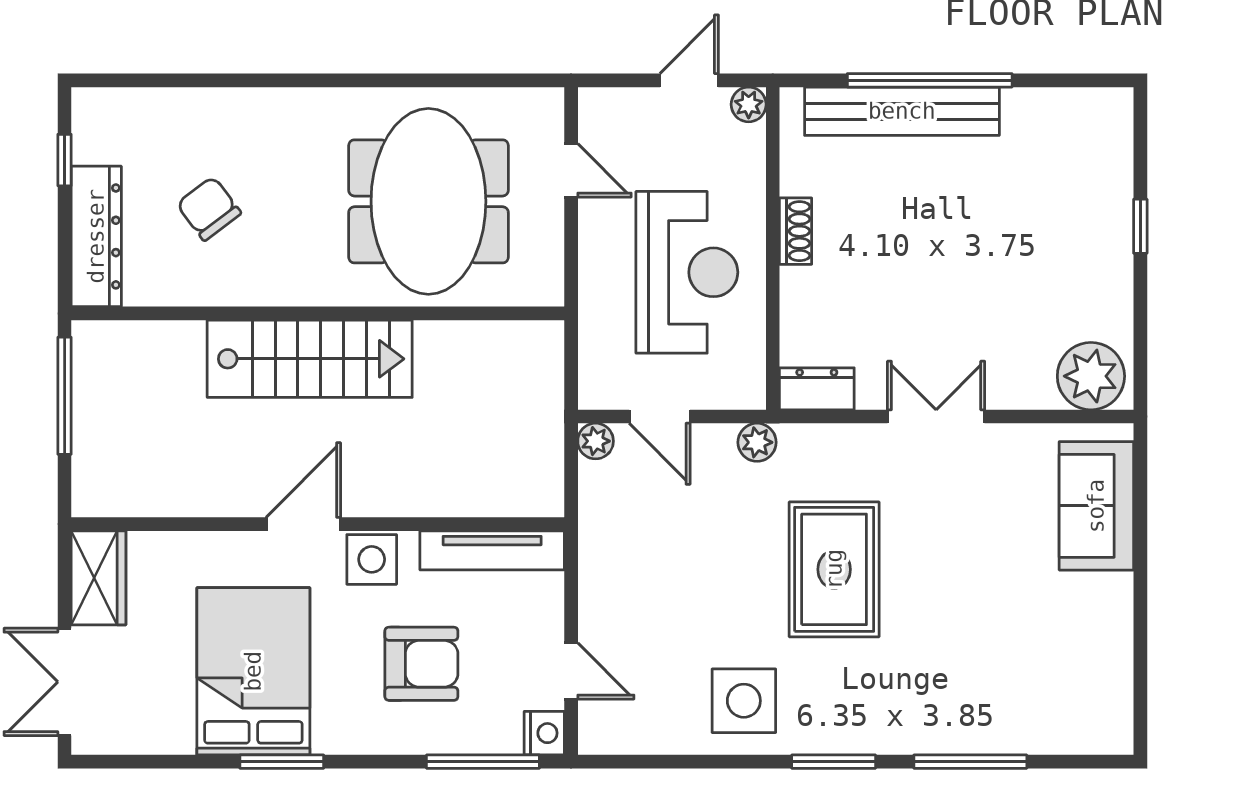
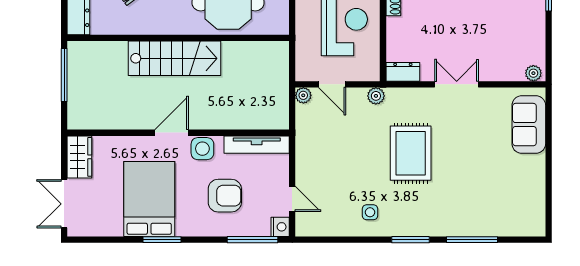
plant: (1091, 376) -> (533, 73), width x0.53, depth x0.53
side table: (744, 701) -> (370, 212), width x0.54, depth x0.54

